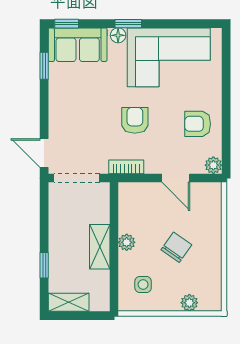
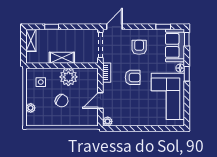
armchair: (198, 124) -> (139, 47), moved
plant: (127, 242) -> (68, 77), width x1.88, depth x1.88

